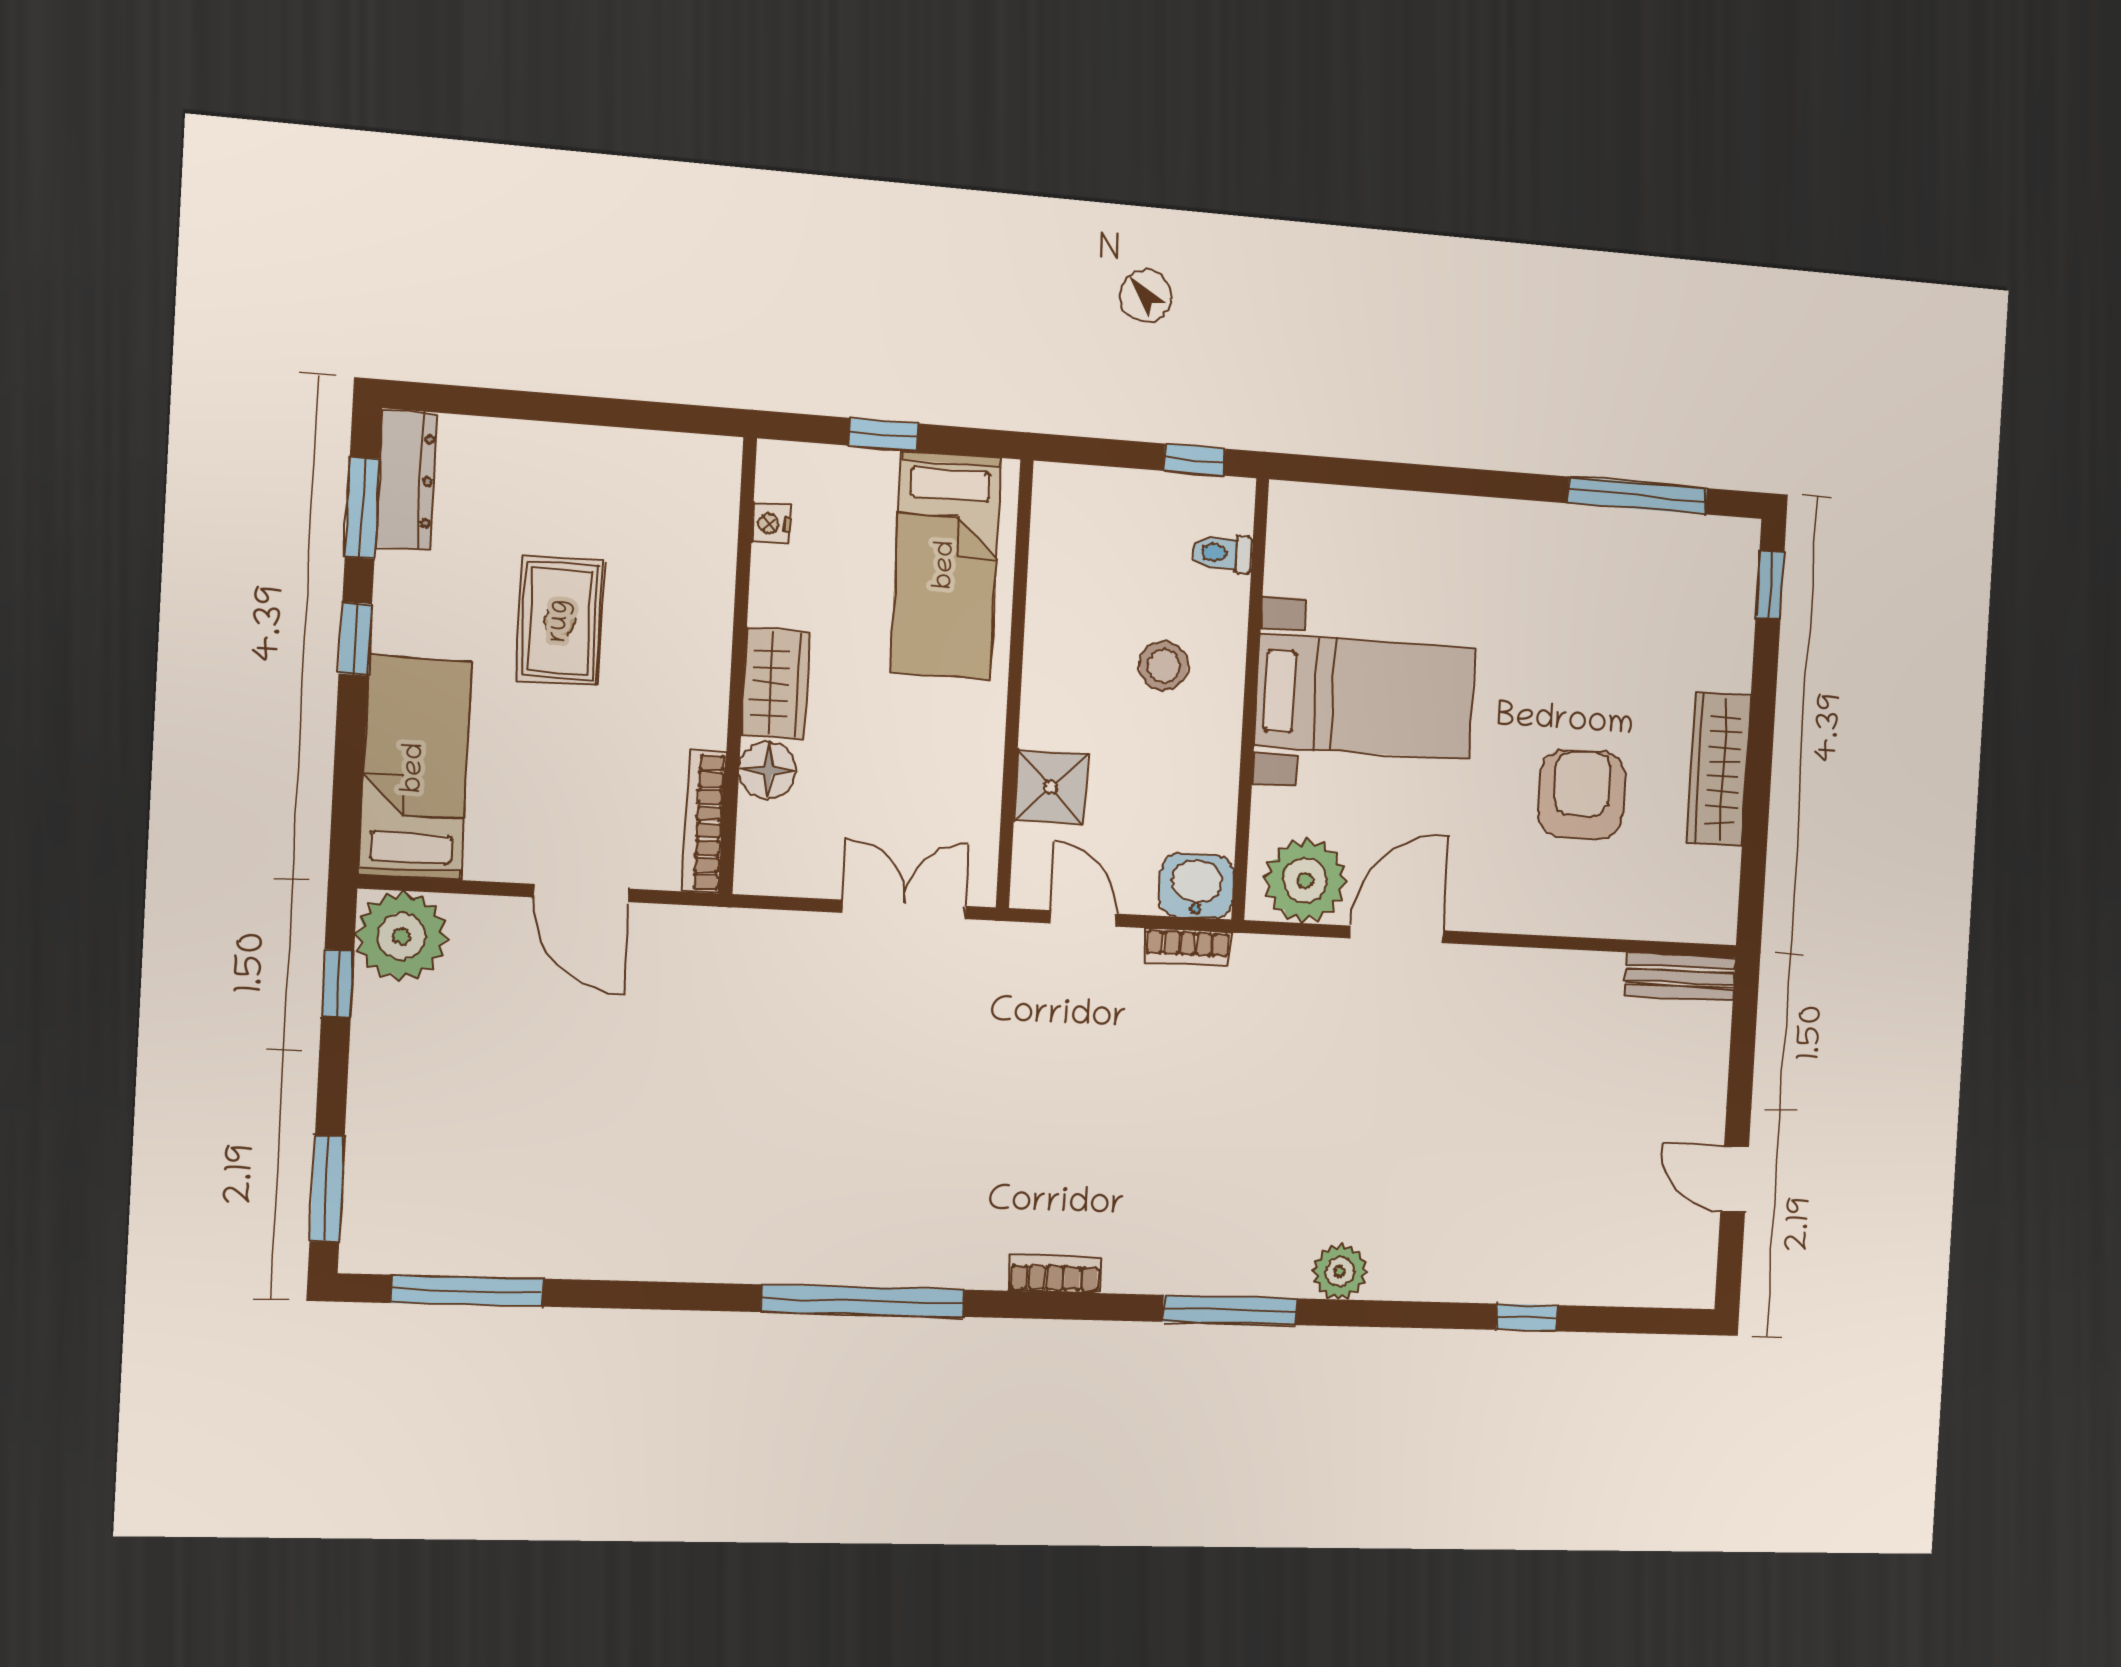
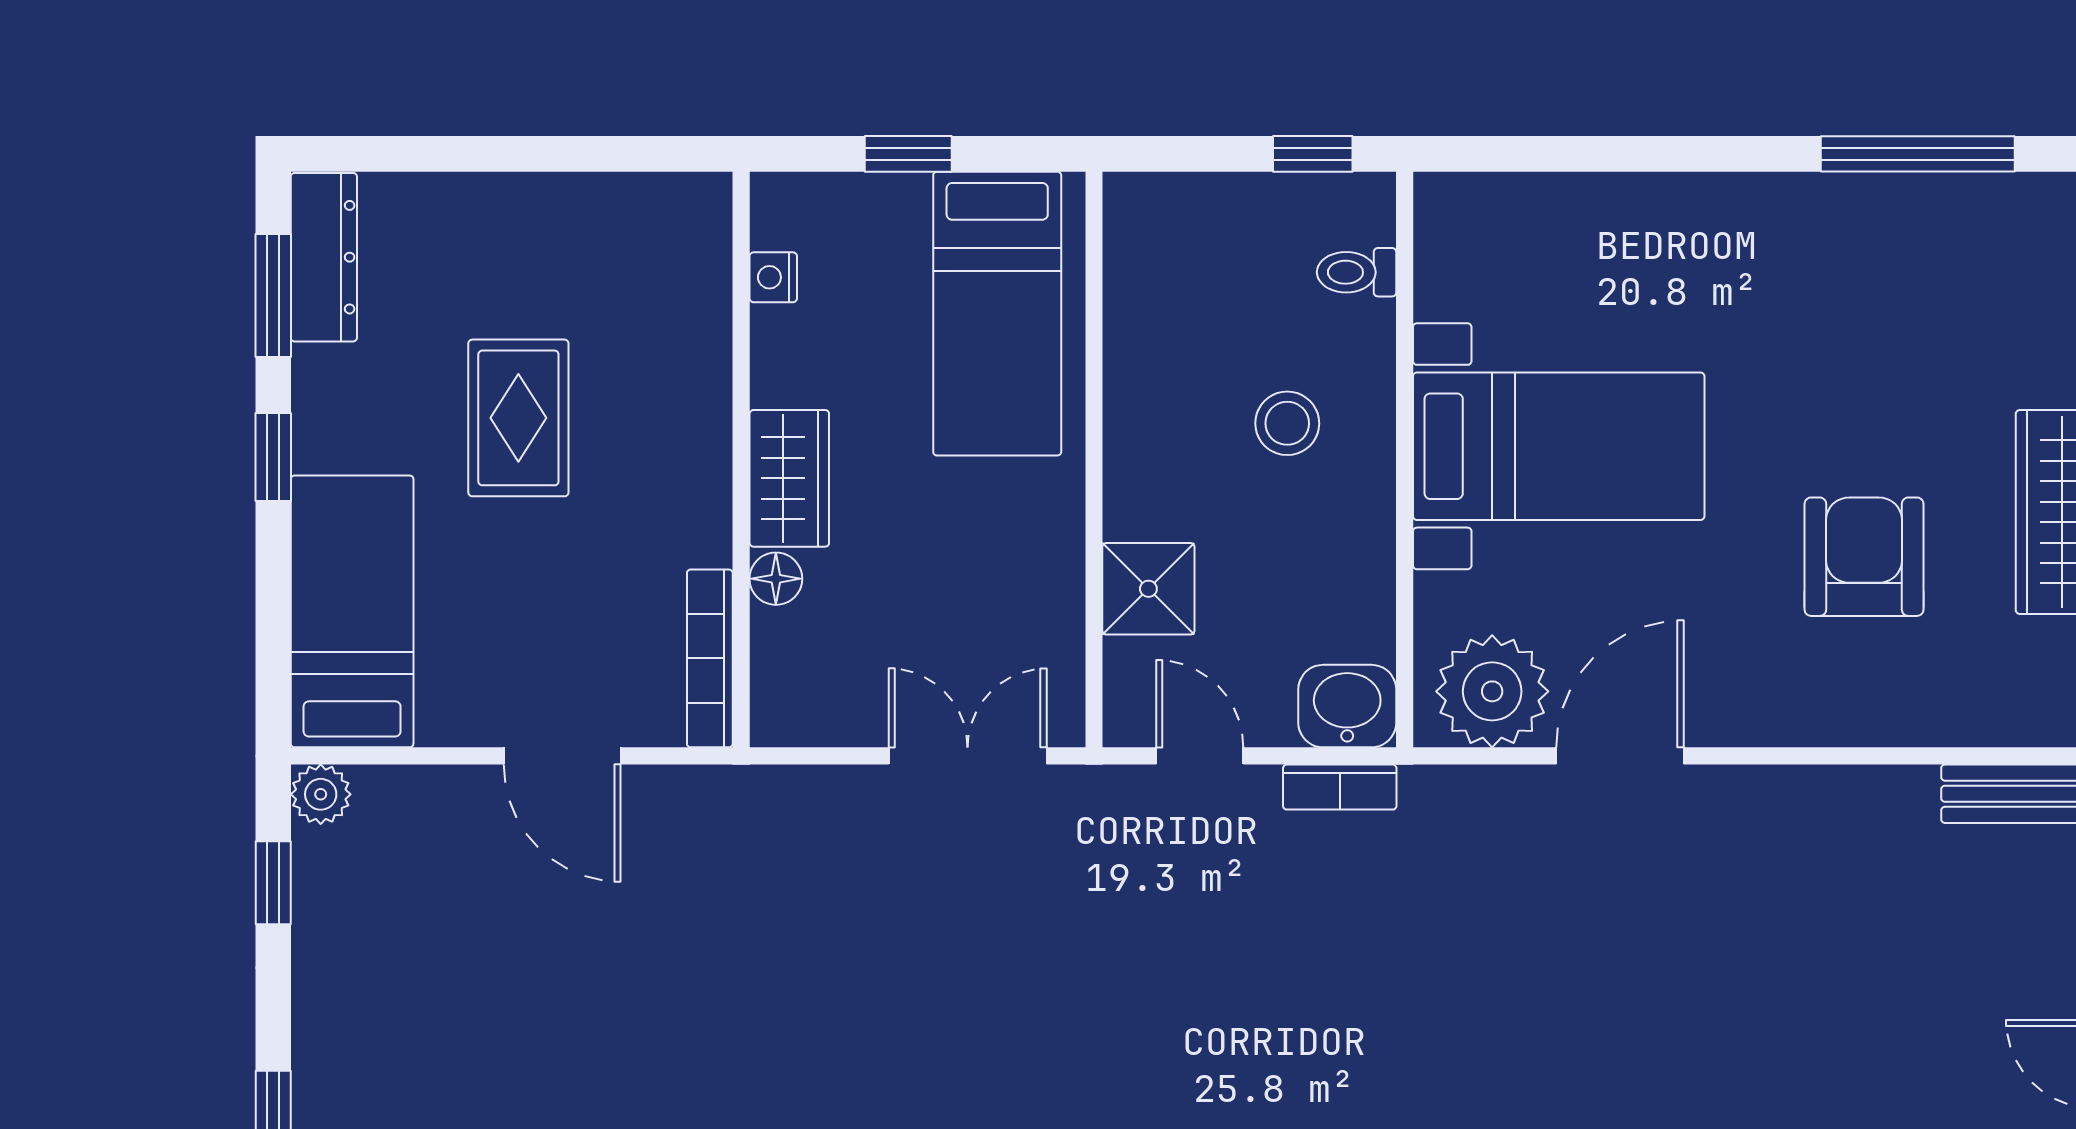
floor lamp: (768, 770) -> (776, 579), width x0.73, depth x0.73
plant: (402, 936) -> (321, 794), width x0.53, depth x0.53

